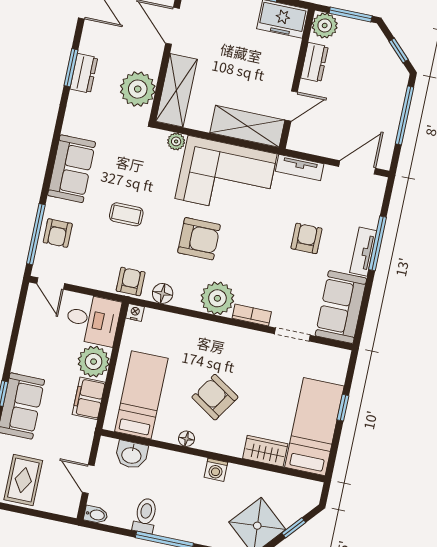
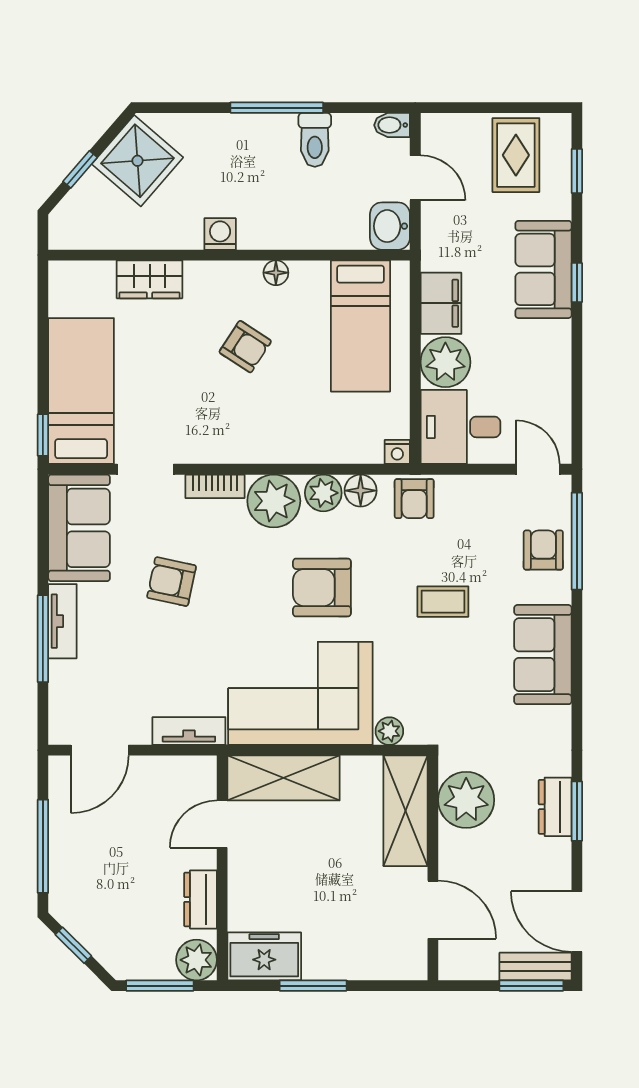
armchair: (306, 238) -> (172, 582), moved, turned 102
plant: (186, 297) -> (323, 493), added
armchair: (215, 397) -> (245, 347), width x0.72, depth x0.72
window: (343, 408) -> (43, 435), moved
bed: (314, 427) -> (81, 391), moved, turned 180
washbasin: (132, 455) -> (390, 226), moved, turned -90

